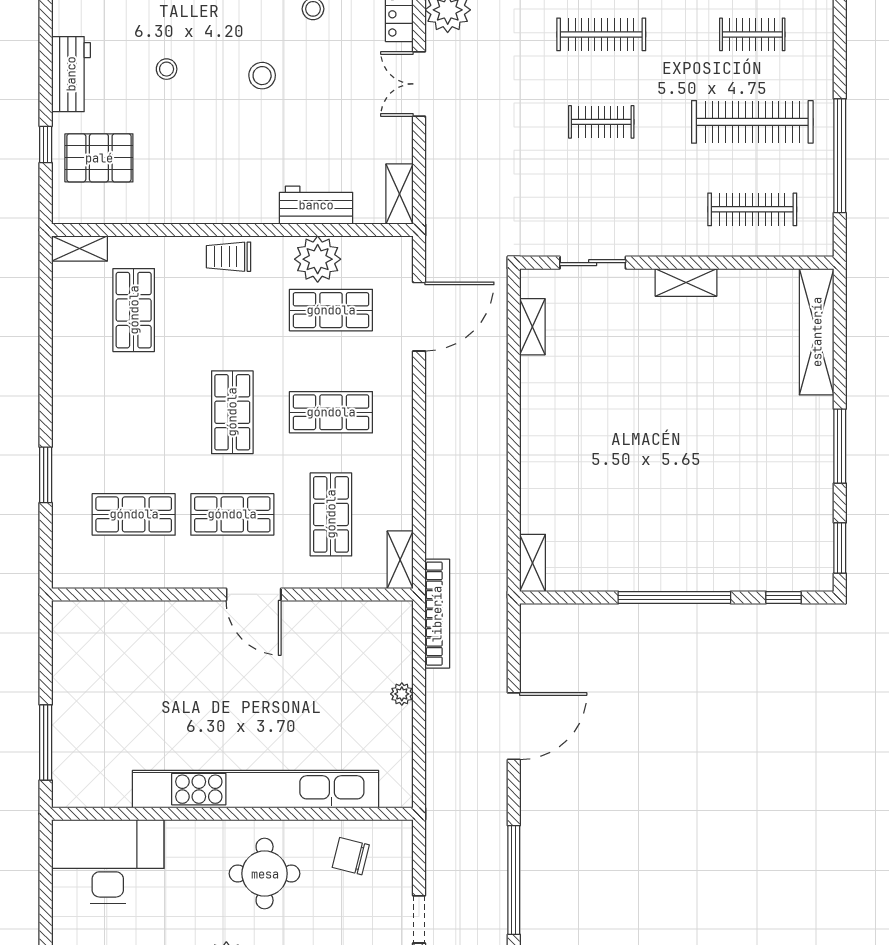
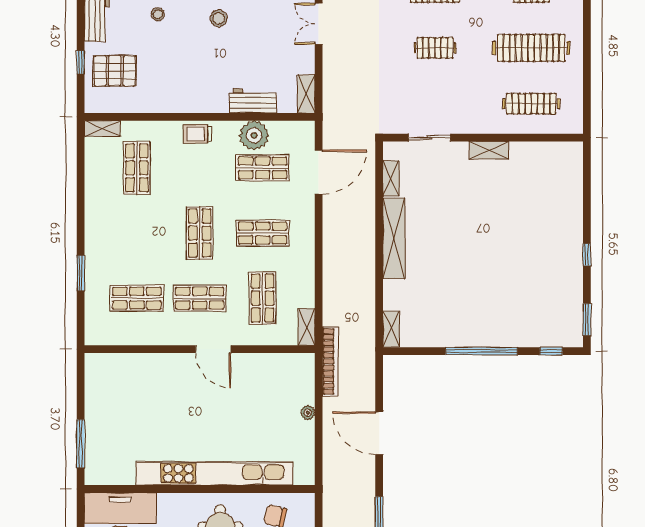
window: (840, 156) -> (587, 69), removed
shelving: (817, 332) -> (394, 238), moved
window: (840, 446) -> (587, 255), width x0.46
door: (514, 726) -> (379, 433), swing flipped

